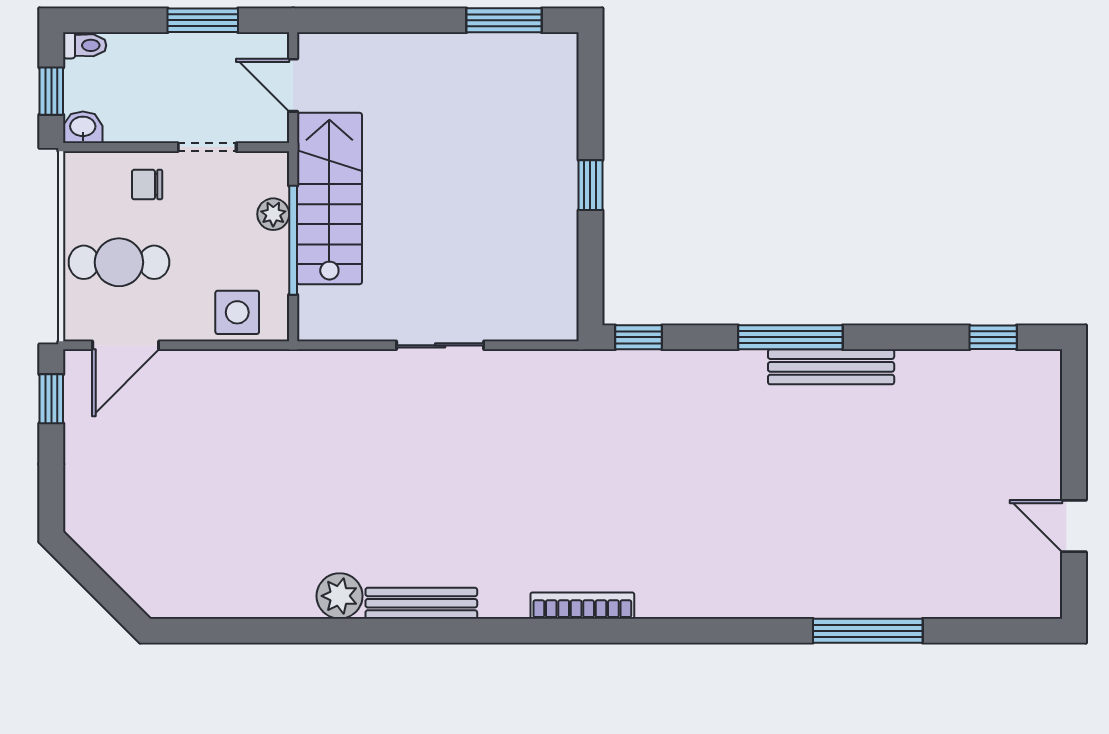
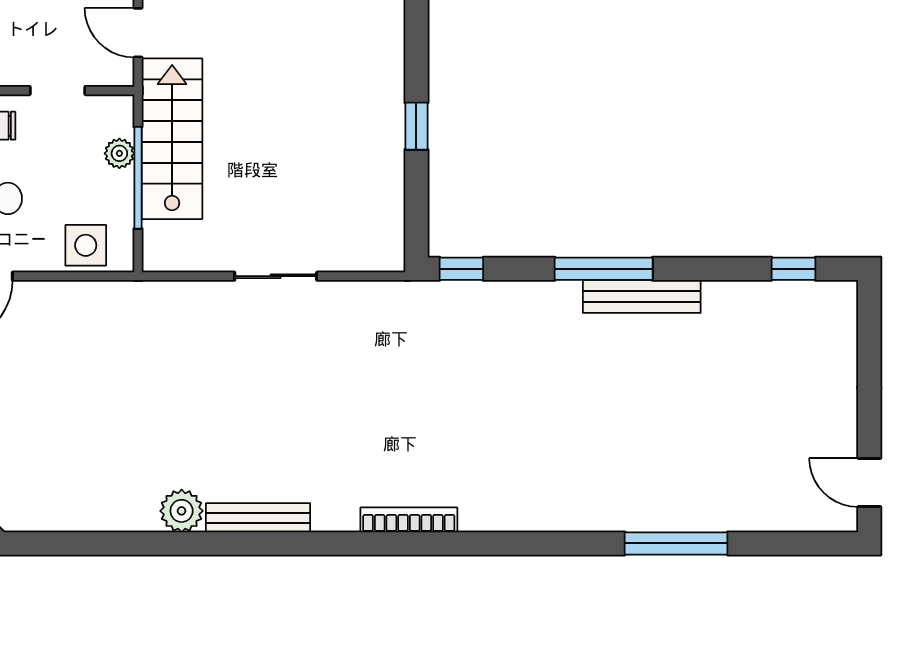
door: (1074, 526) -> (869, 483), moved

